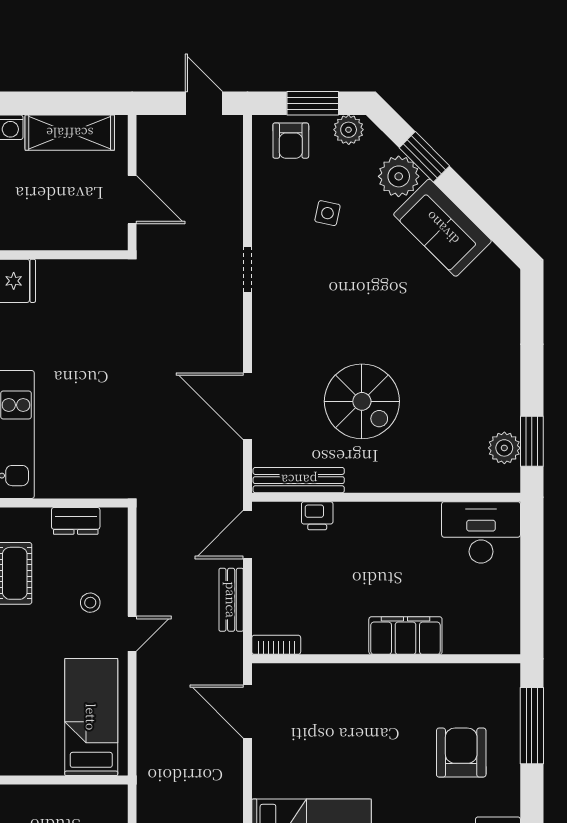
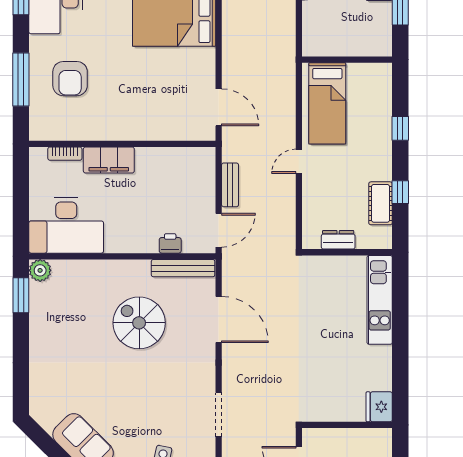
doorway: (248, 269) -> (219, 415), width x1.38
plant: (504, 448) -> (40, 270), moved
desk: (481, 532) -> (66, 225), width x1.36, depth x1.30
stool: (90, 603) -> (328, 183), removed
bookcase: (276, 645) -> (65, 154), moved
window: (532, 726) -> (21, 80), moved

